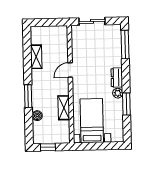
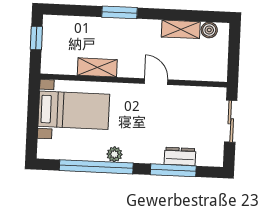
window: (125, 45) -> (173, 170), moved
dresser: (117, 78) -> (180, 156), moved
window: (126, 104) -> (96, 167), width x2.11
boiler: (37, 116) -> (209, 30), moved

